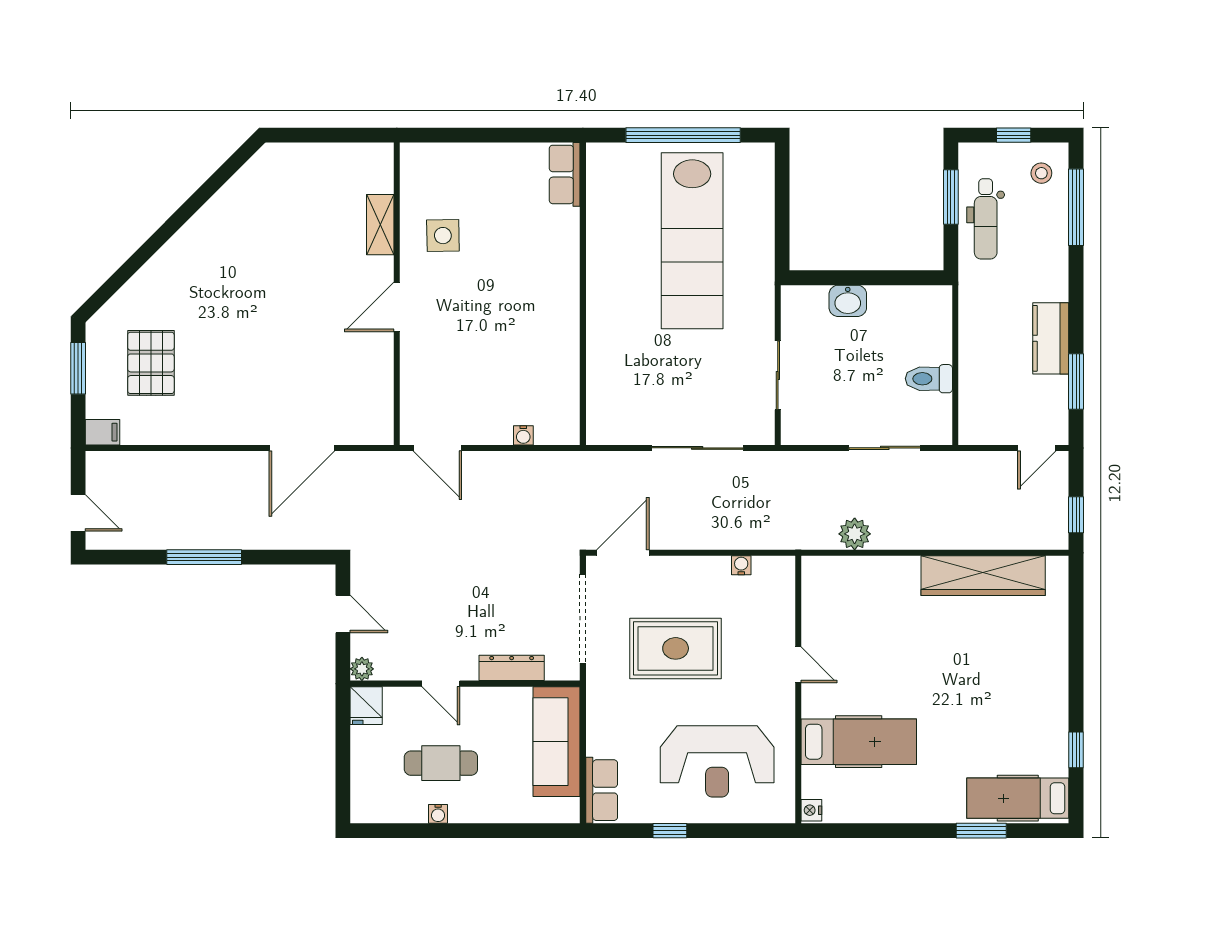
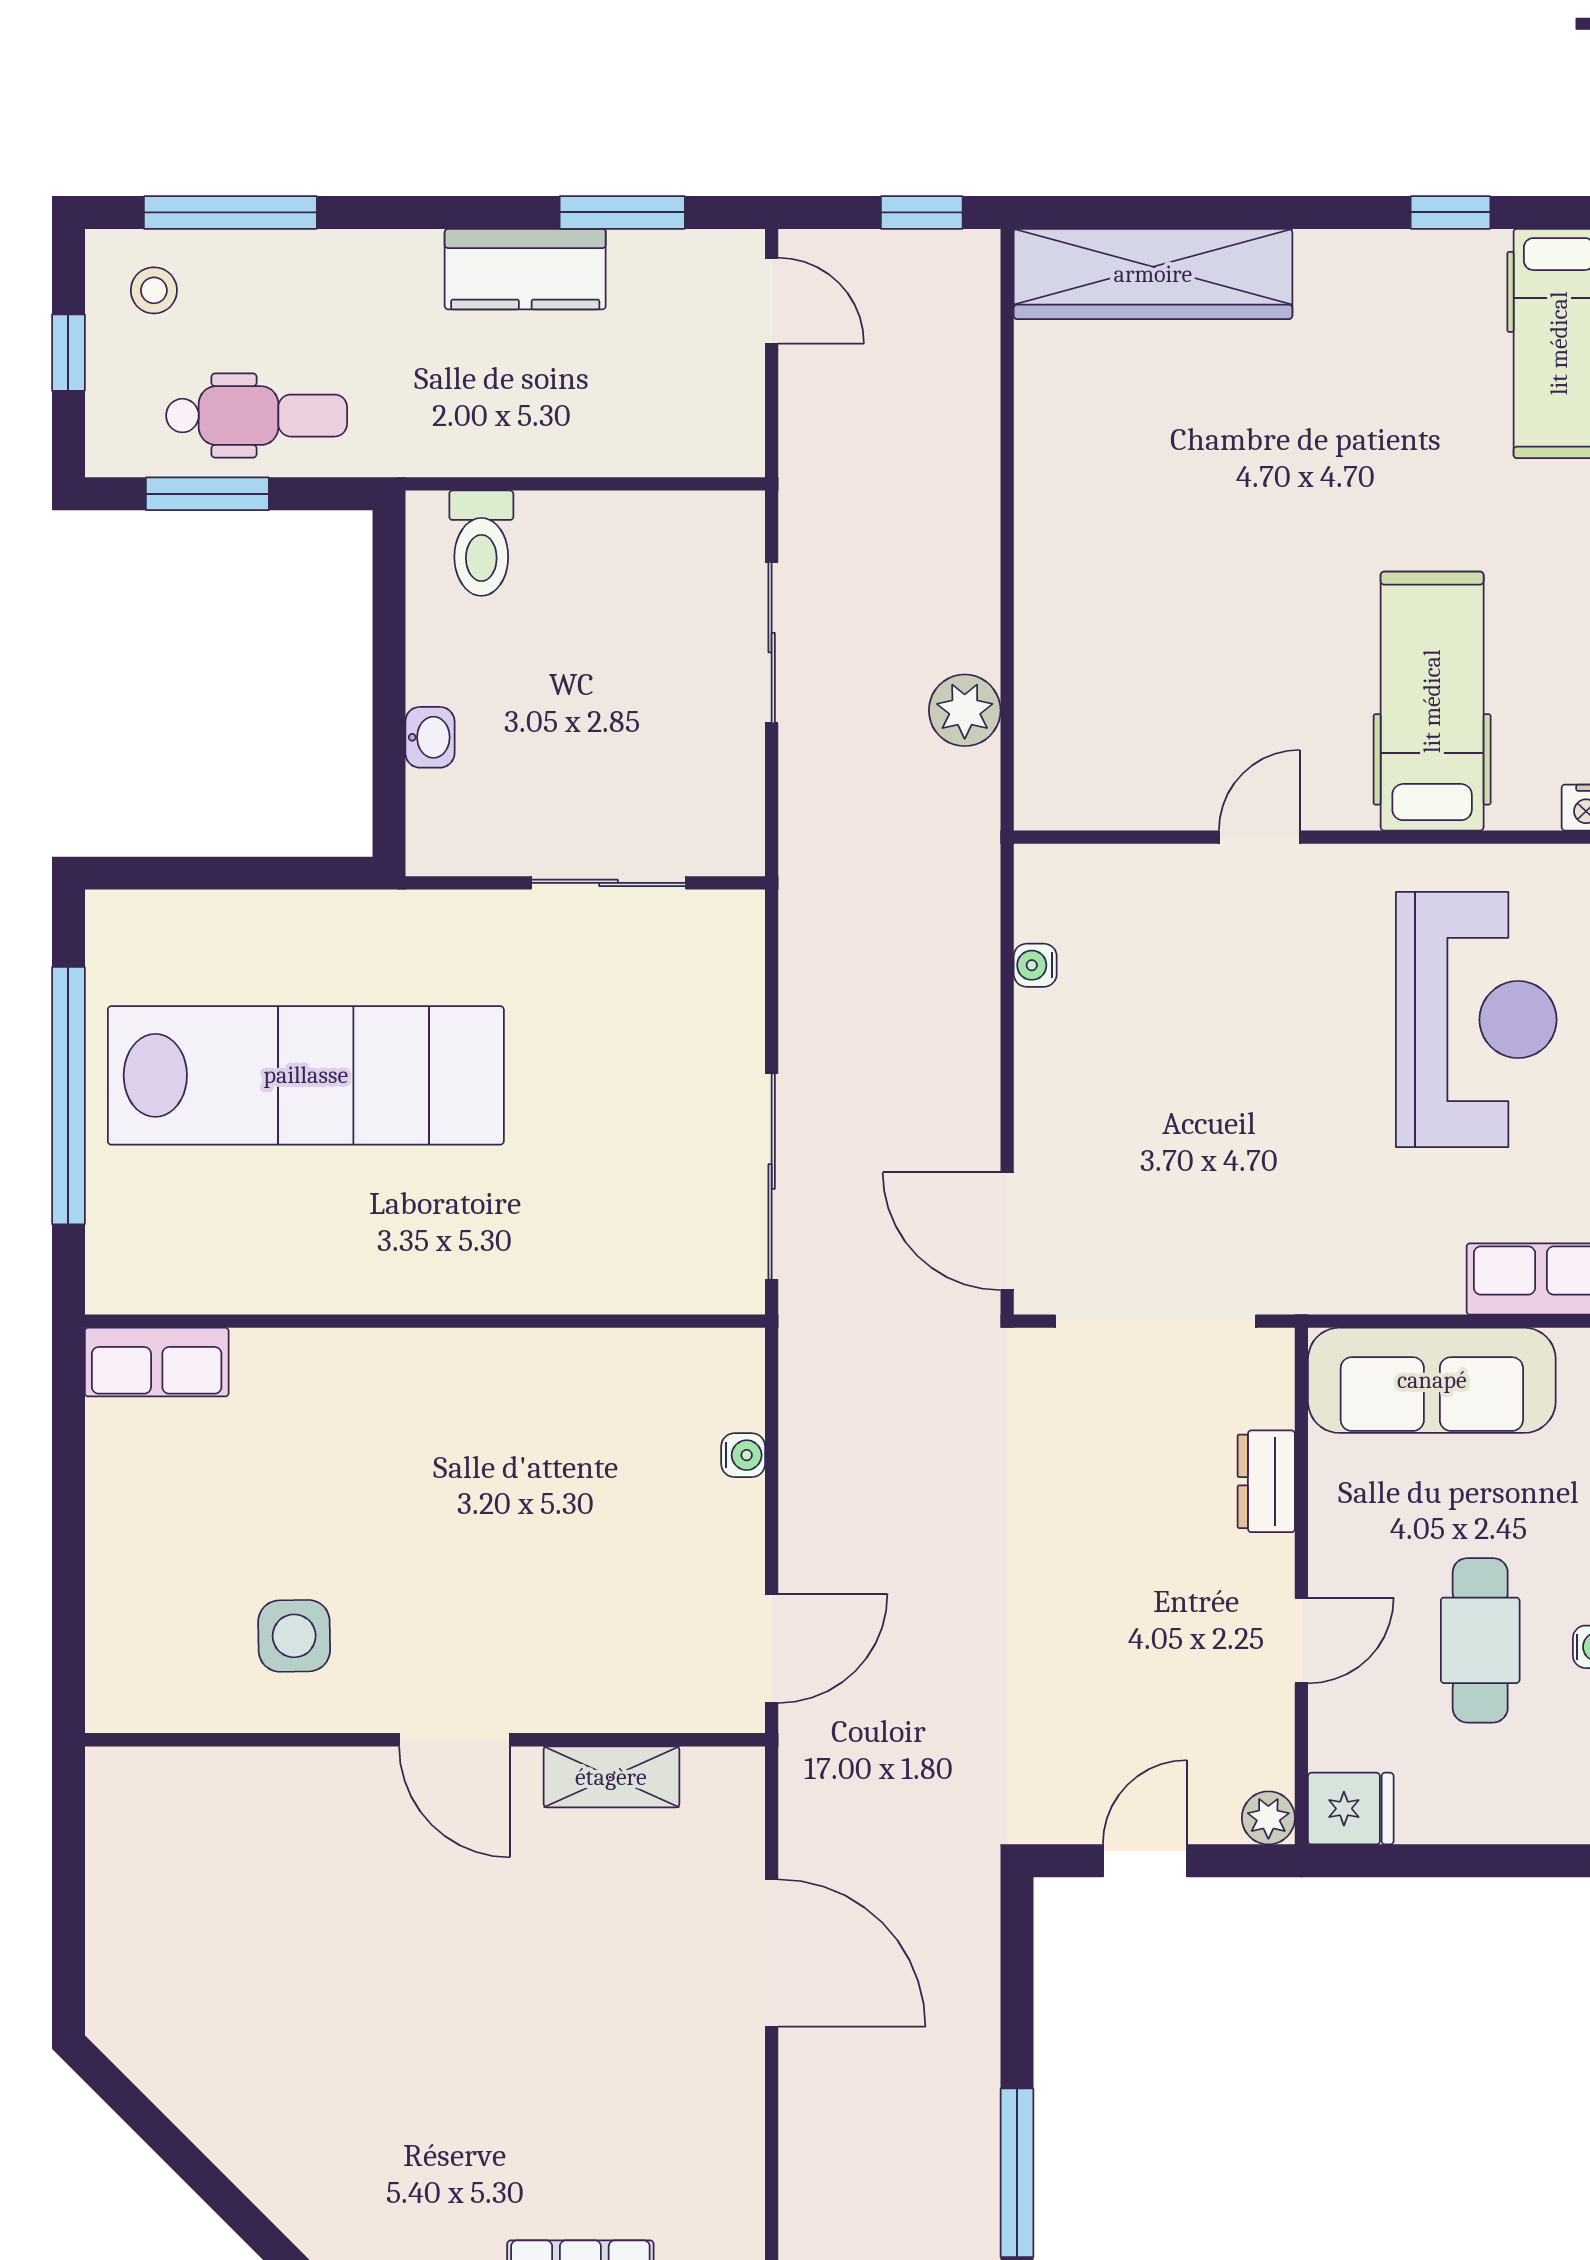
shelving: (380, 225) -> (611, 1777), moved
washbasin: (848, 301) -> (430, 737), width x0.72, depth x0.69
toilet: (929, 379) -> (481, 543), moved
sliding door: (697, 448) -> (772, 1177), moved
wardrobe: (983, 576) -> (1153, 274), moved, turned 90
rug: (676, 648) -> (1222, 1113), removed
dresser: (512, 668) -> (1266, 1481), width x0.70

